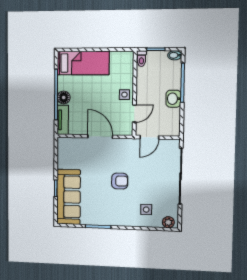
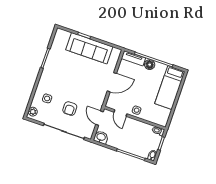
washbasin: (173, 99) -> (101, 137), moved
armchair: (120, 181) -> (70, 109), moved
sofa: (69, 197) -> (89, 48), moved

